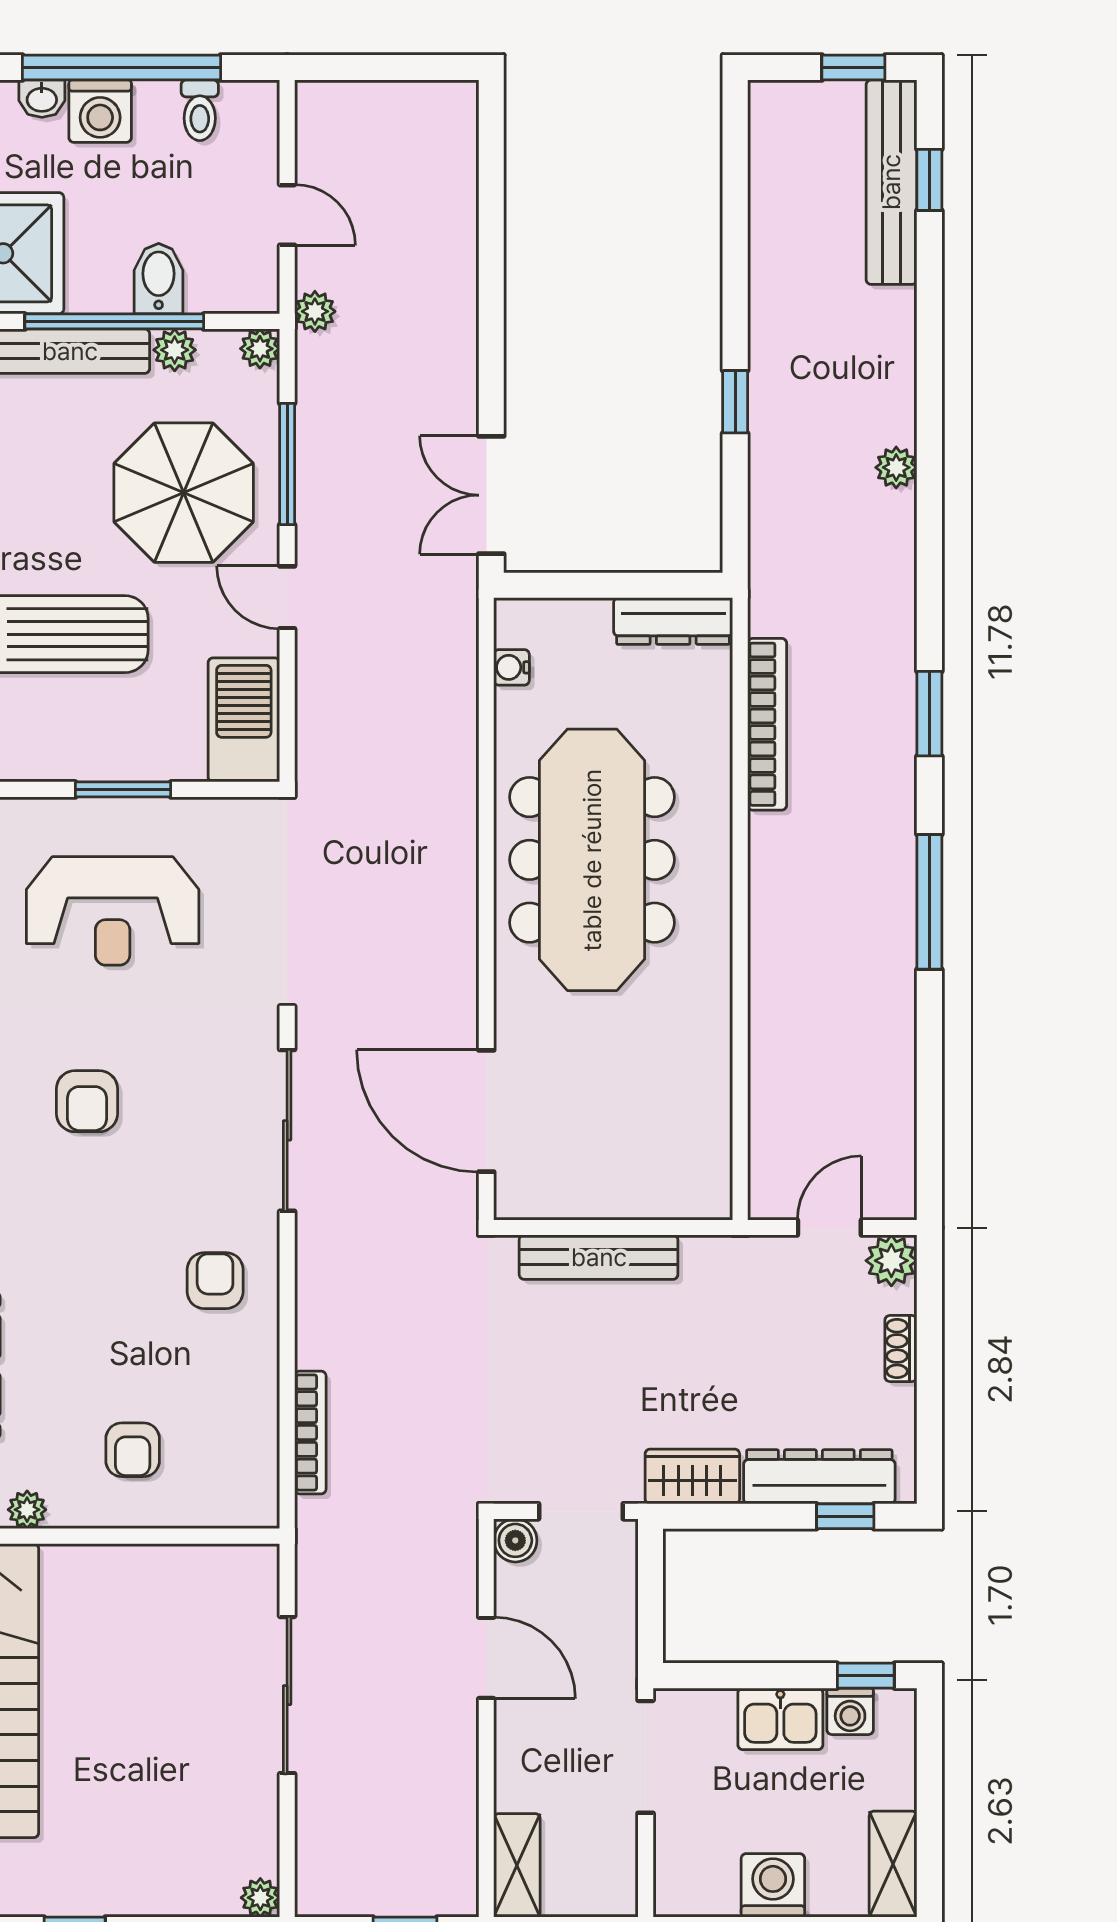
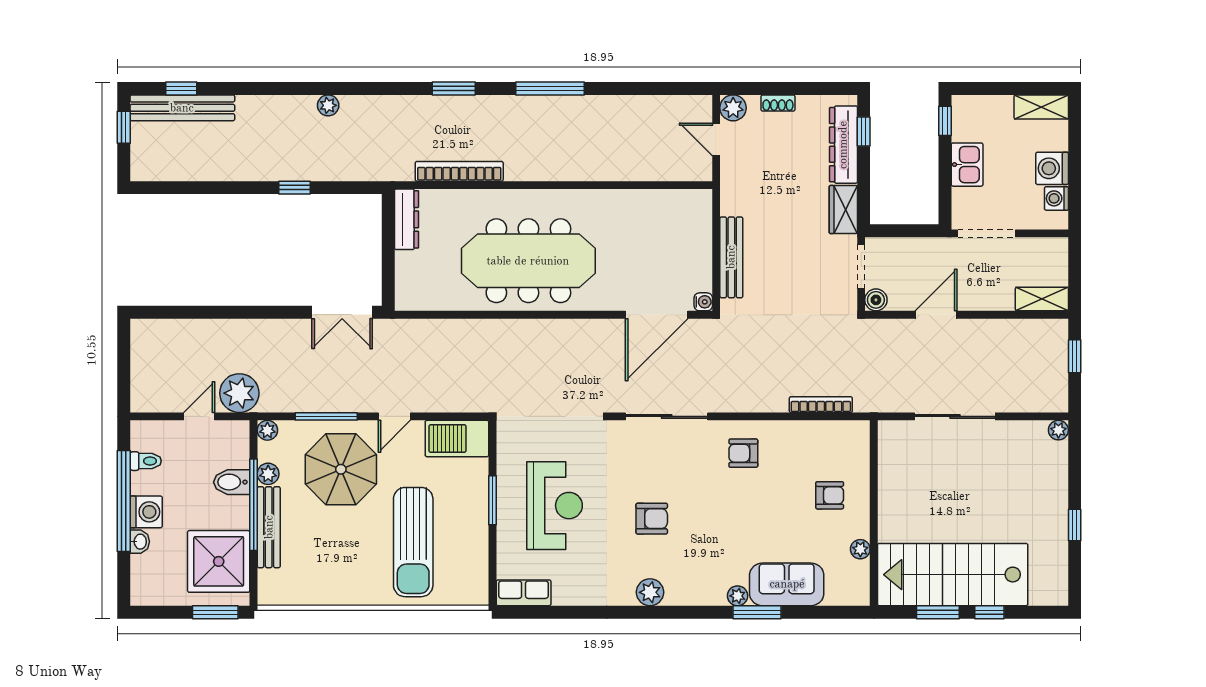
plant: (315, 311) -> (239, 393), width x1.88, depth x1.88
water cooler: (512, 667) -> (703, 302), moved, turned -90
washing machine: (850, 1711) -> (1056, 198), moved, turned 180

